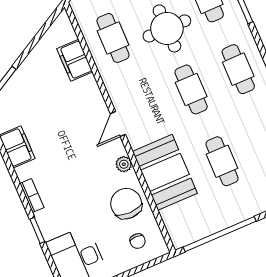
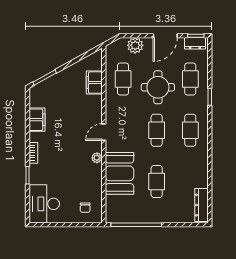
chair: (126, 204) -> (88, 182), removed

